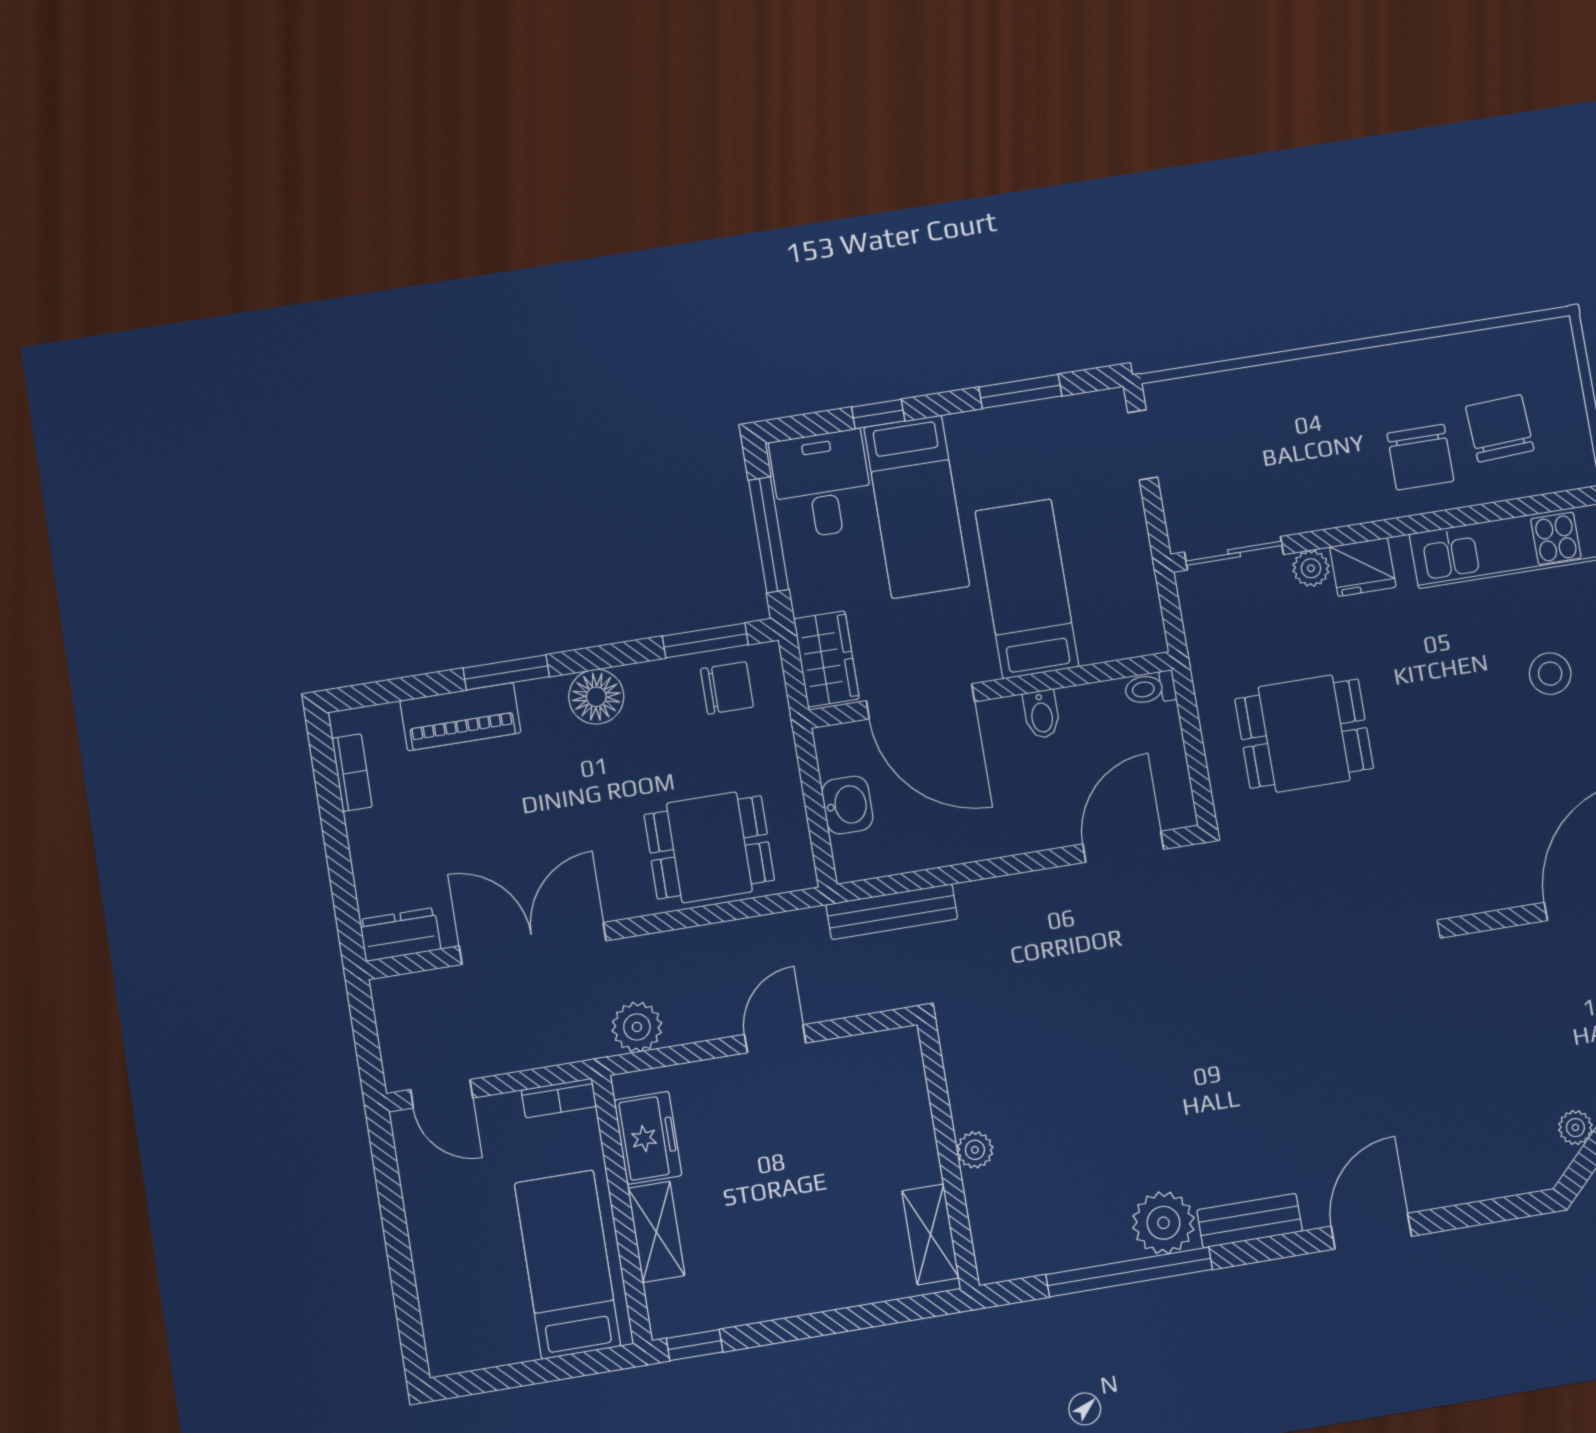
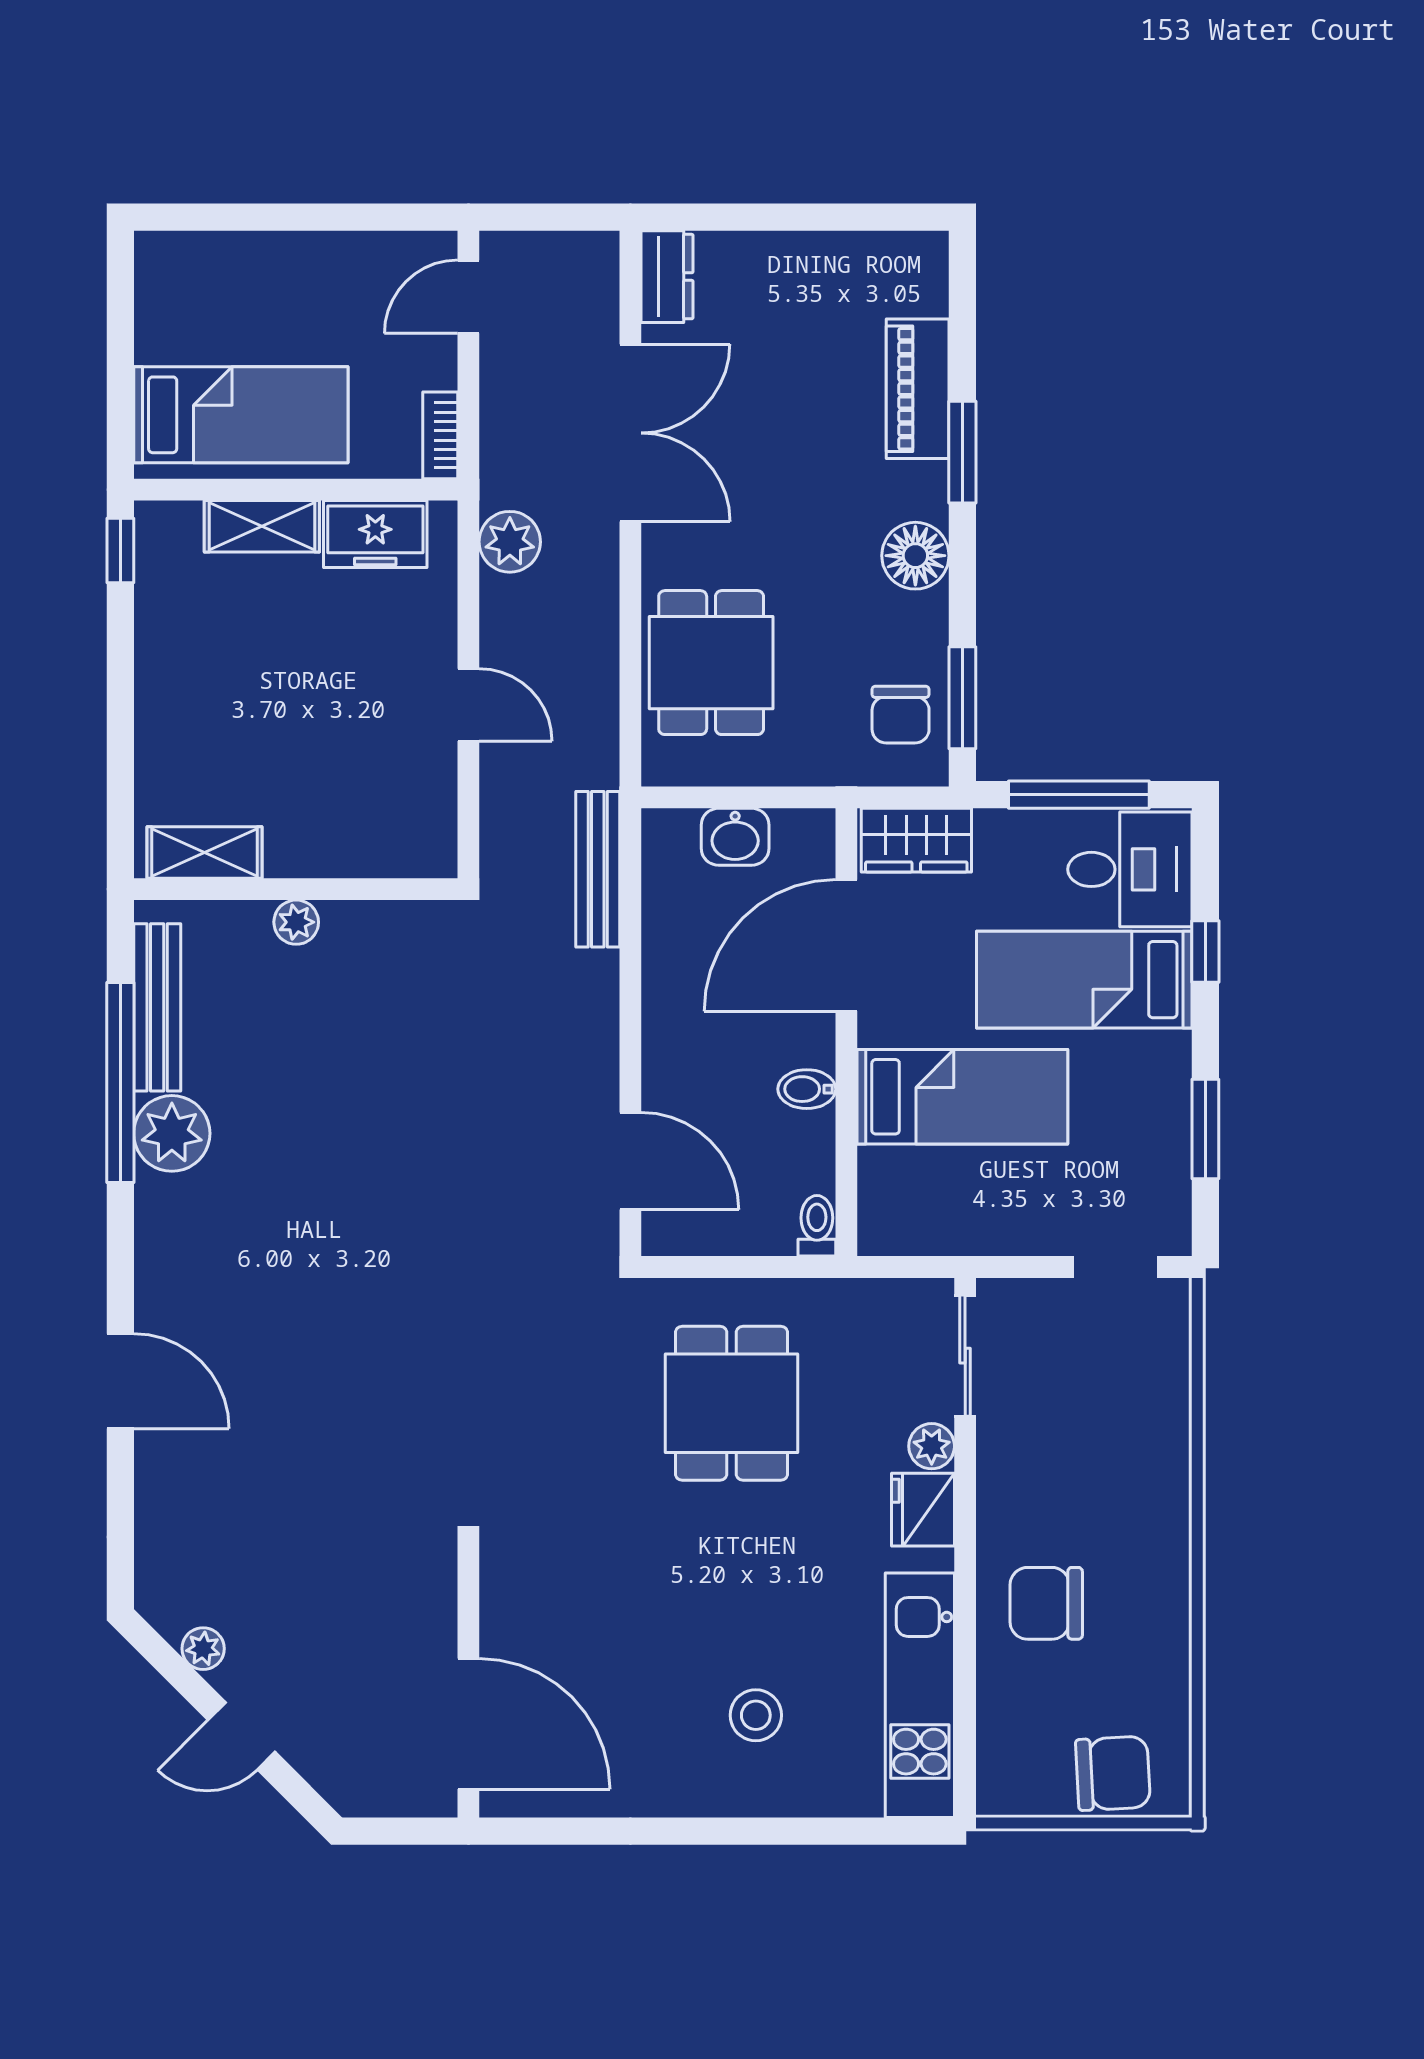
chair: (1500, 428) -> (1113, 1773), moved
bookcase: (352, 773) -> (871, 249), removed
bench: (1250, 1221) -> (157, 1007), moved, width x1.36

